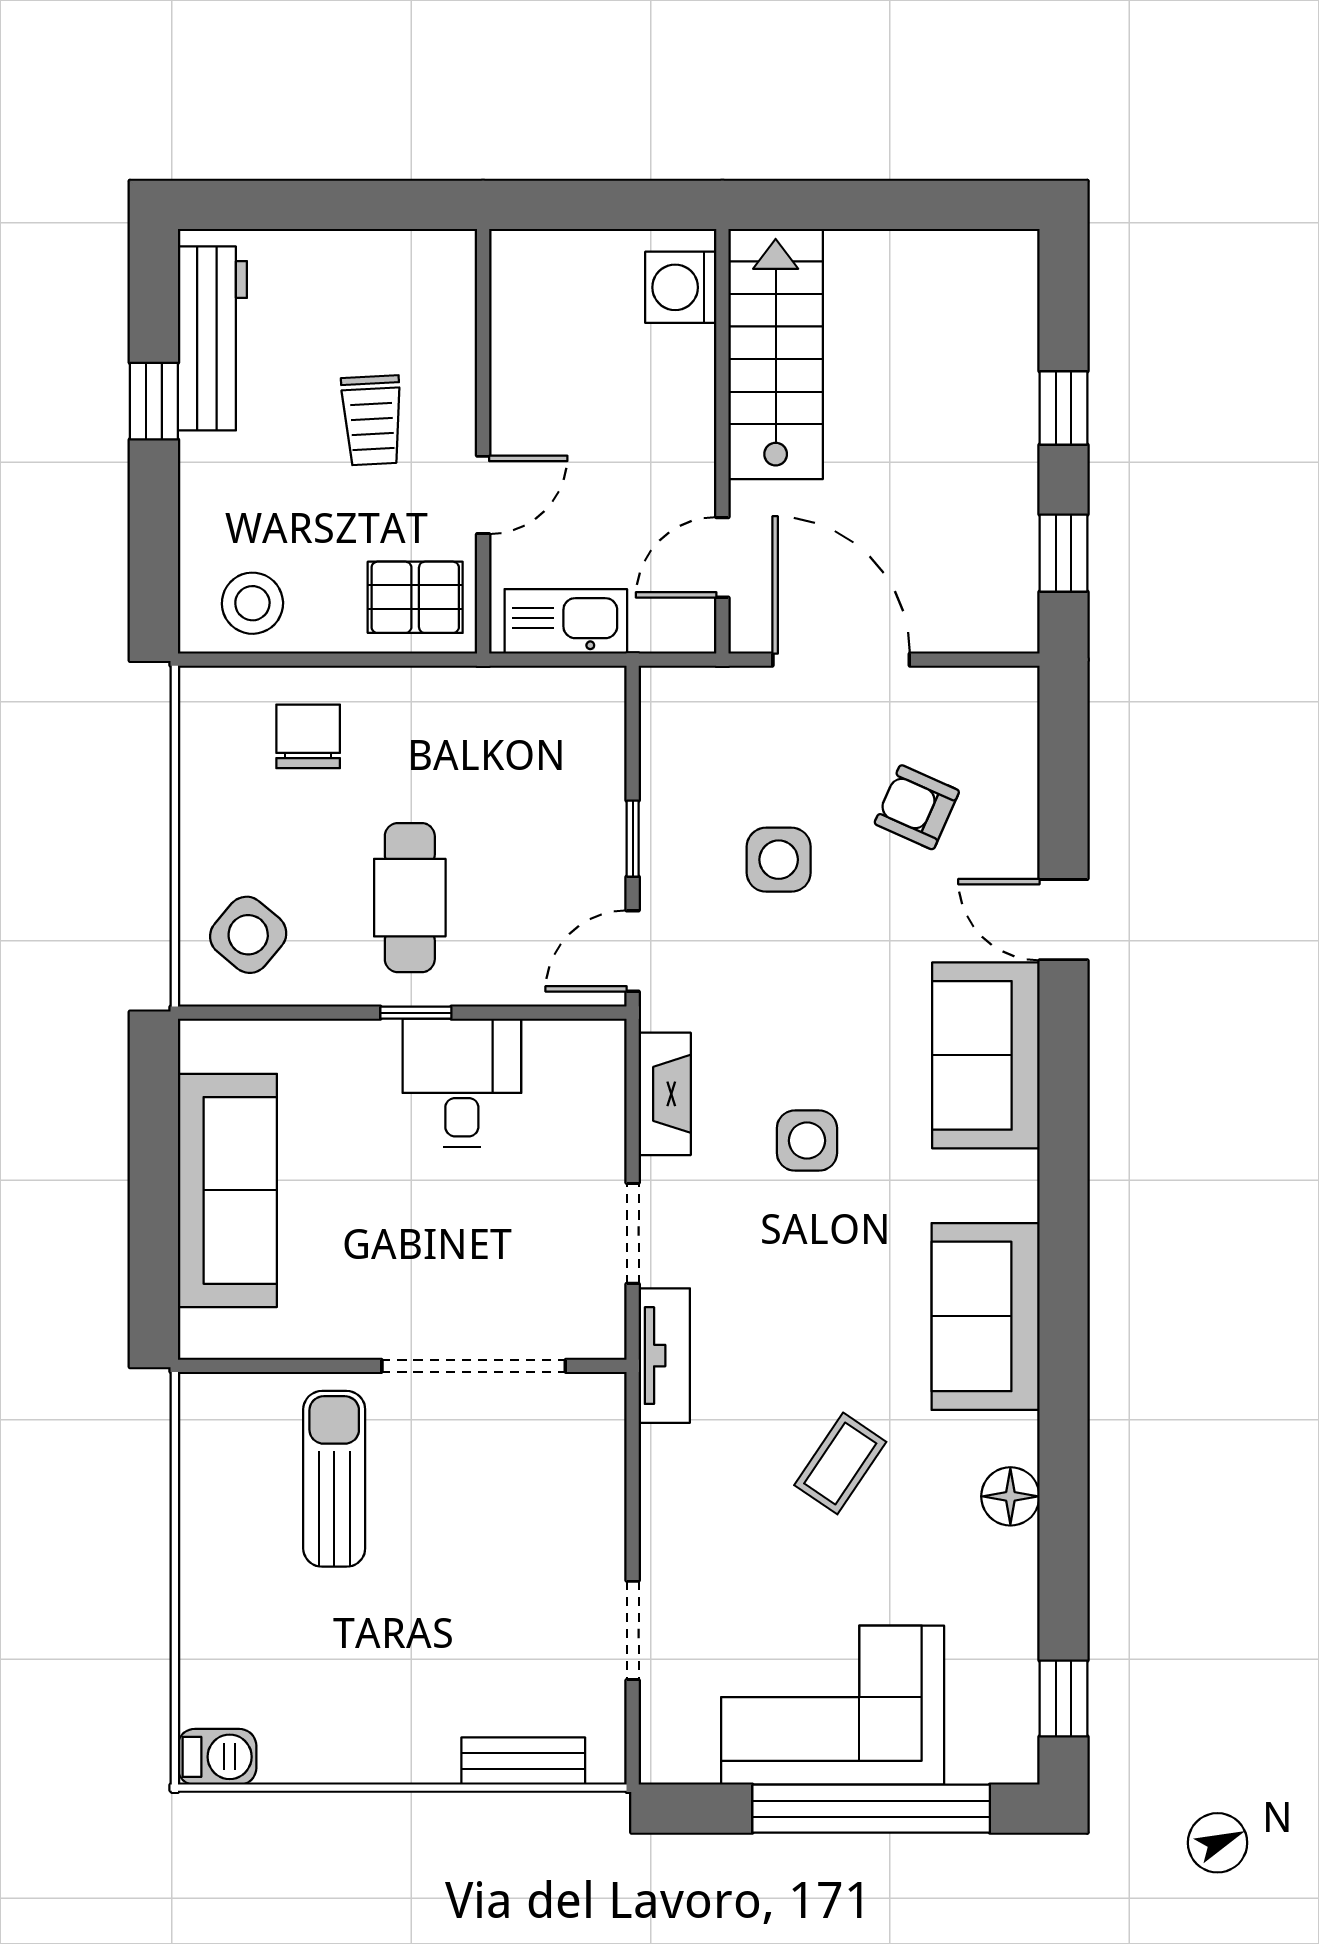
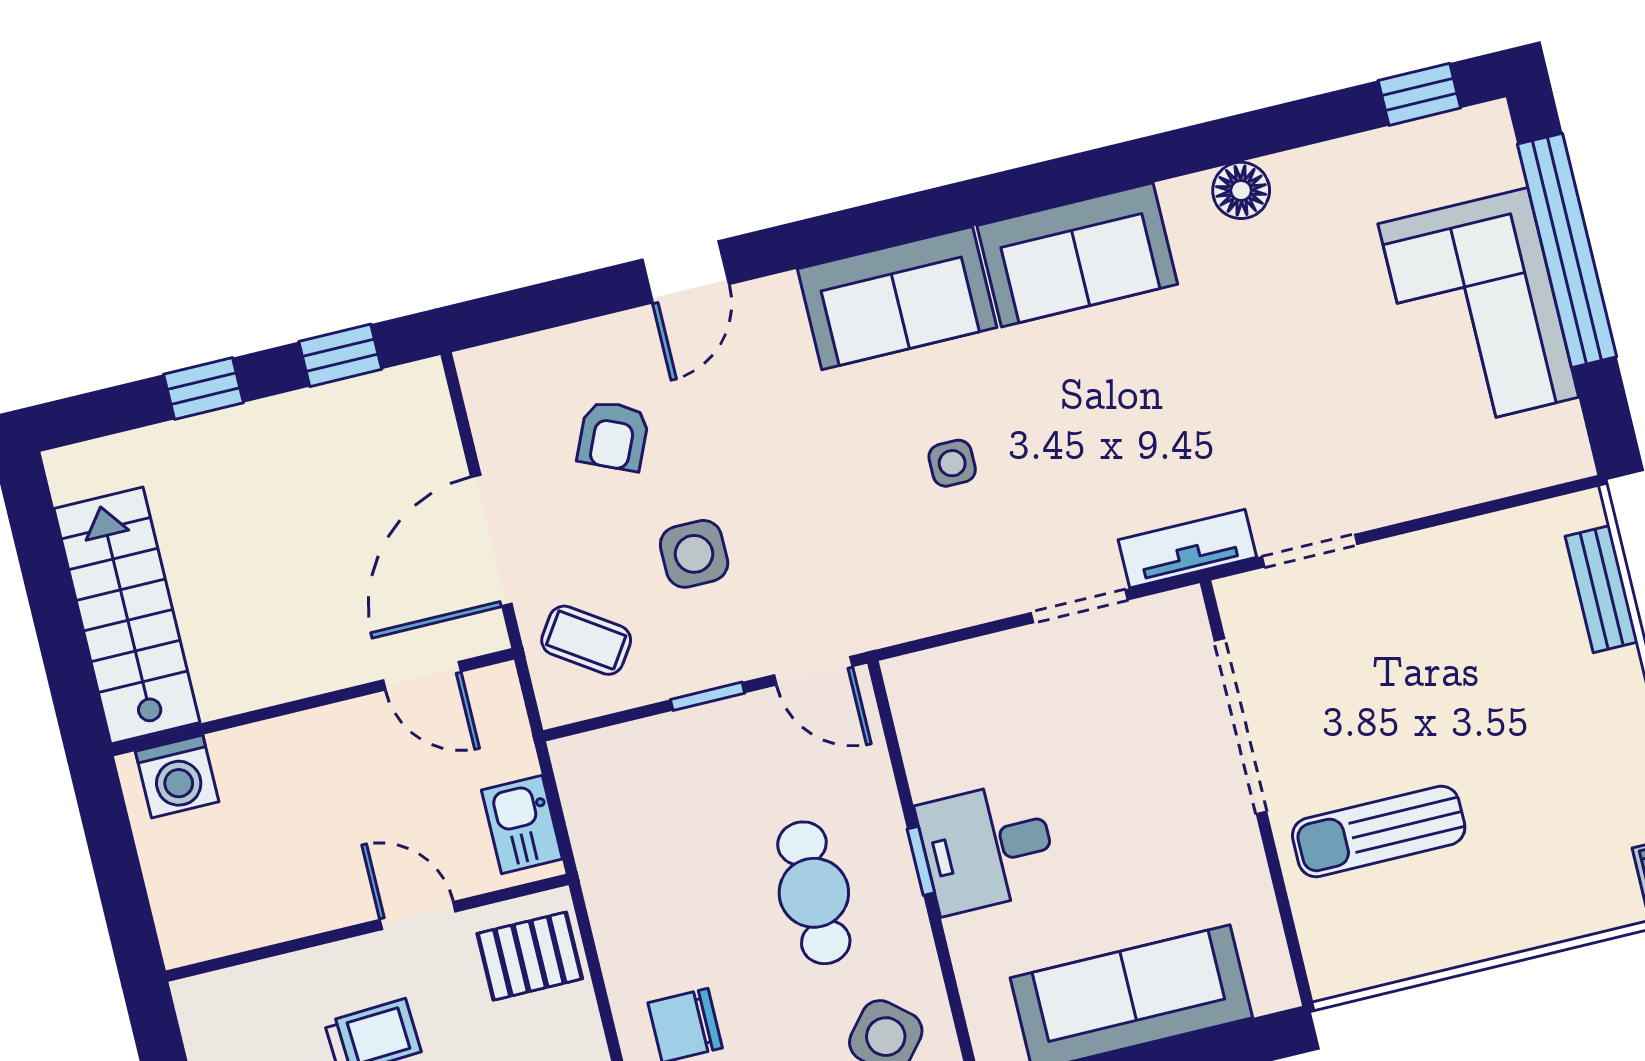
stairs: (776, 354) -> (127, 616), moved, turned 90
pallet: (415, 597) -> (530, 956), turned 90
kitchen sink: (566, 621) -> (522, 824), width x0.73
cafe table: (410, 898) -> (814, 893), turned 90
sofa: (986, 1055) -> (897, 298), moved
desk: (462, 1083) -> (987, 847), moved
fireplace: (665, 1094) -> (941, 608), removed
side table: (807, 1141) -> (952, 463), width x0.73, depth x0.73
coffee table: (840, 1463) -> (586, 640), moved
doorway: (633, 1630) -> (1310, 551), moved

